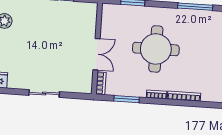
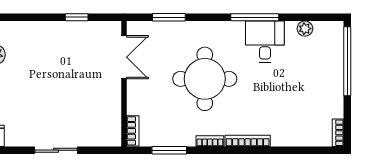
desk: (201, 25) -> (265, 42), added
double door: (96, 54) -> (124, 57), moved

